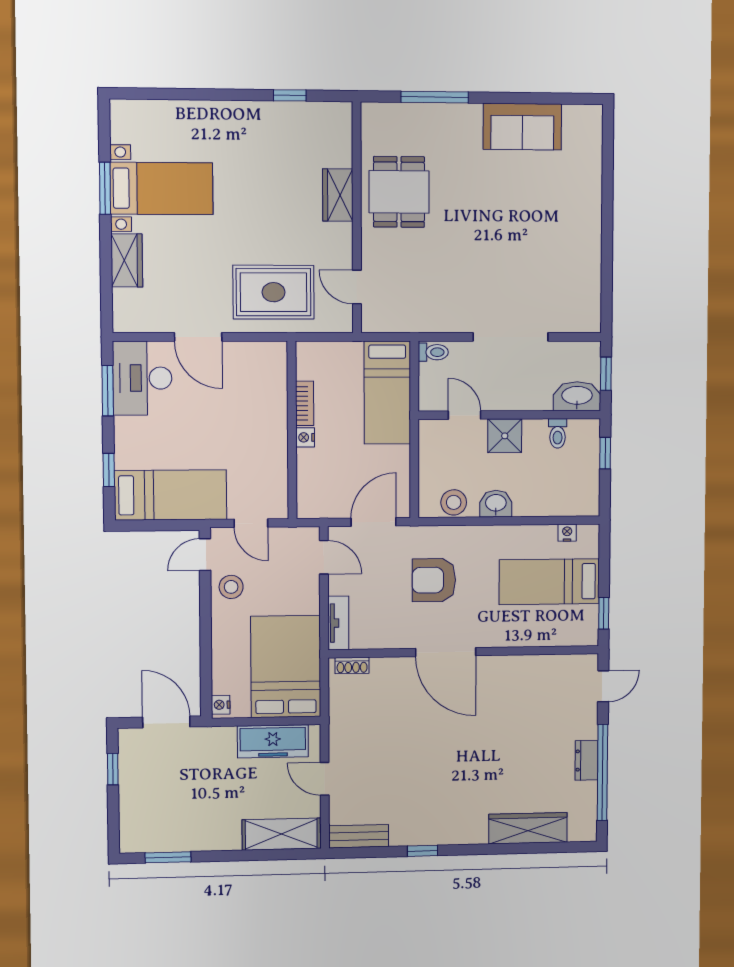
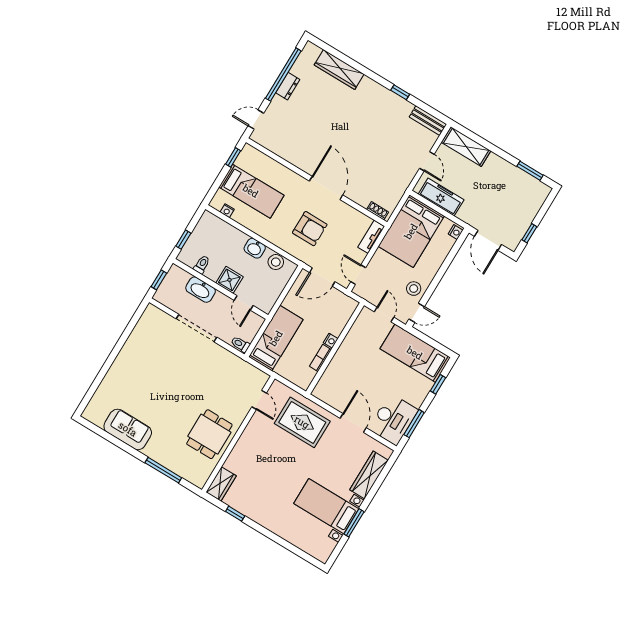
wardrobe: (338, 195) -> (221, 484), moved
wardrobe: (127, 260) -> (369, 475), width x1.50
washbasin: (577, 396) -> (201, 290), moved

